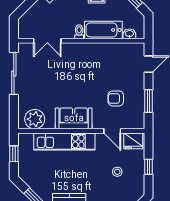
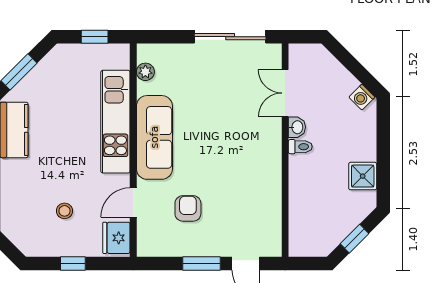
bathtub: (103, 30) -> (303, 187), removed
washbasin: (129, 34) -> (297, 127), moved
window: (148, 101) -> (201, 263), moved
sofa: (74, 118) -> (154, 137), width x1.36
plant: (35, 119) -> (145, 72), width x0.53, depth x0.53

